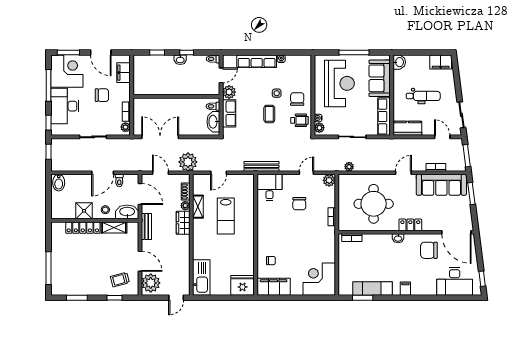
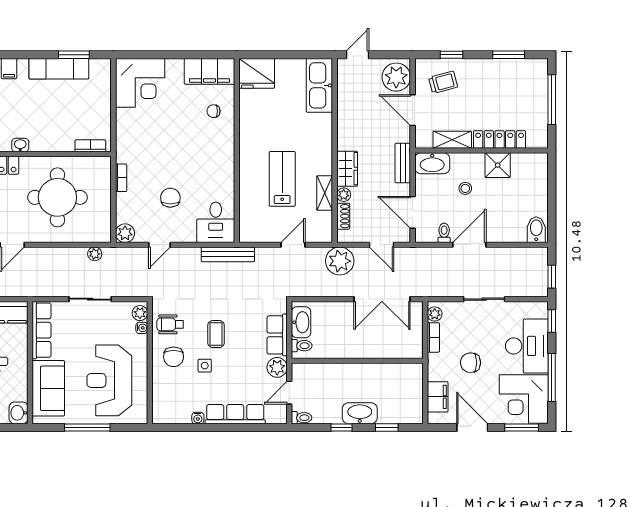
washbasin: (180, 60) -> (360, 413), width x1.91, depth x1.45
shower: (84, 211) -> (498, 165), moved
washbasin: (127, 212) -> (432, 163), moved
wall: (95, 220) -> (481, 150), moved
shelving: (114, 227) -> (452, 140), moved
locker: (83, 228) -> (500, 139), moved

